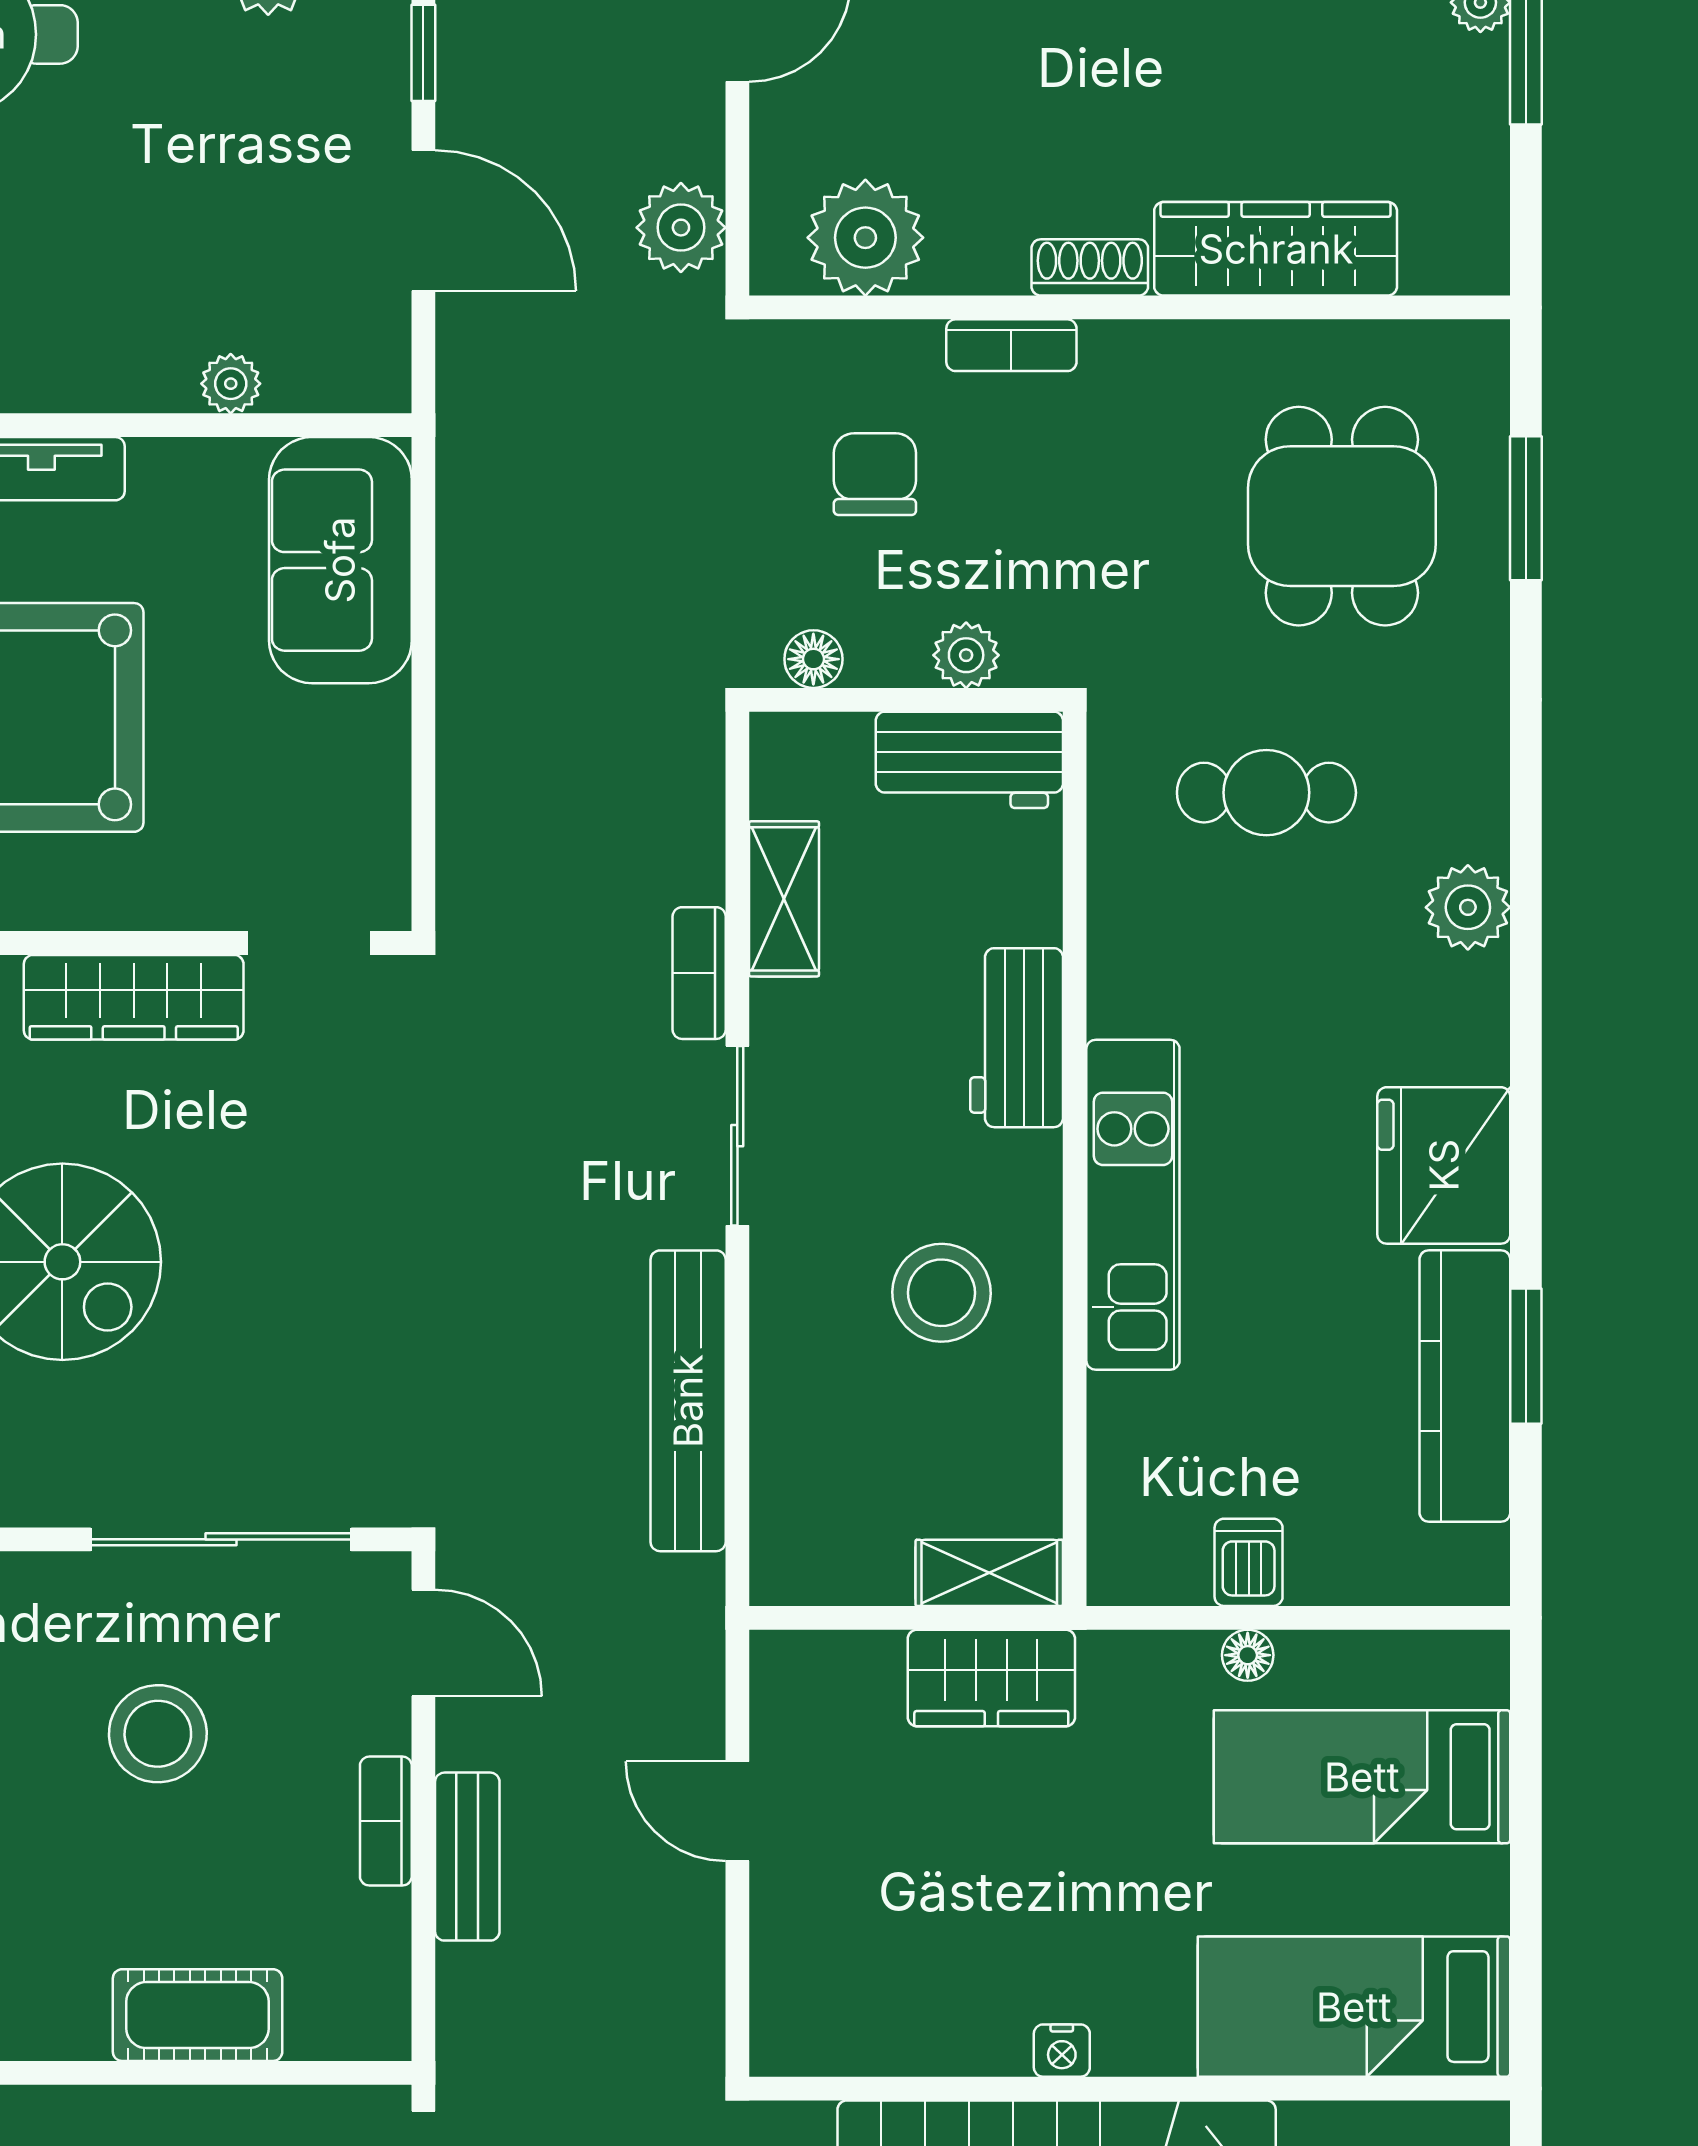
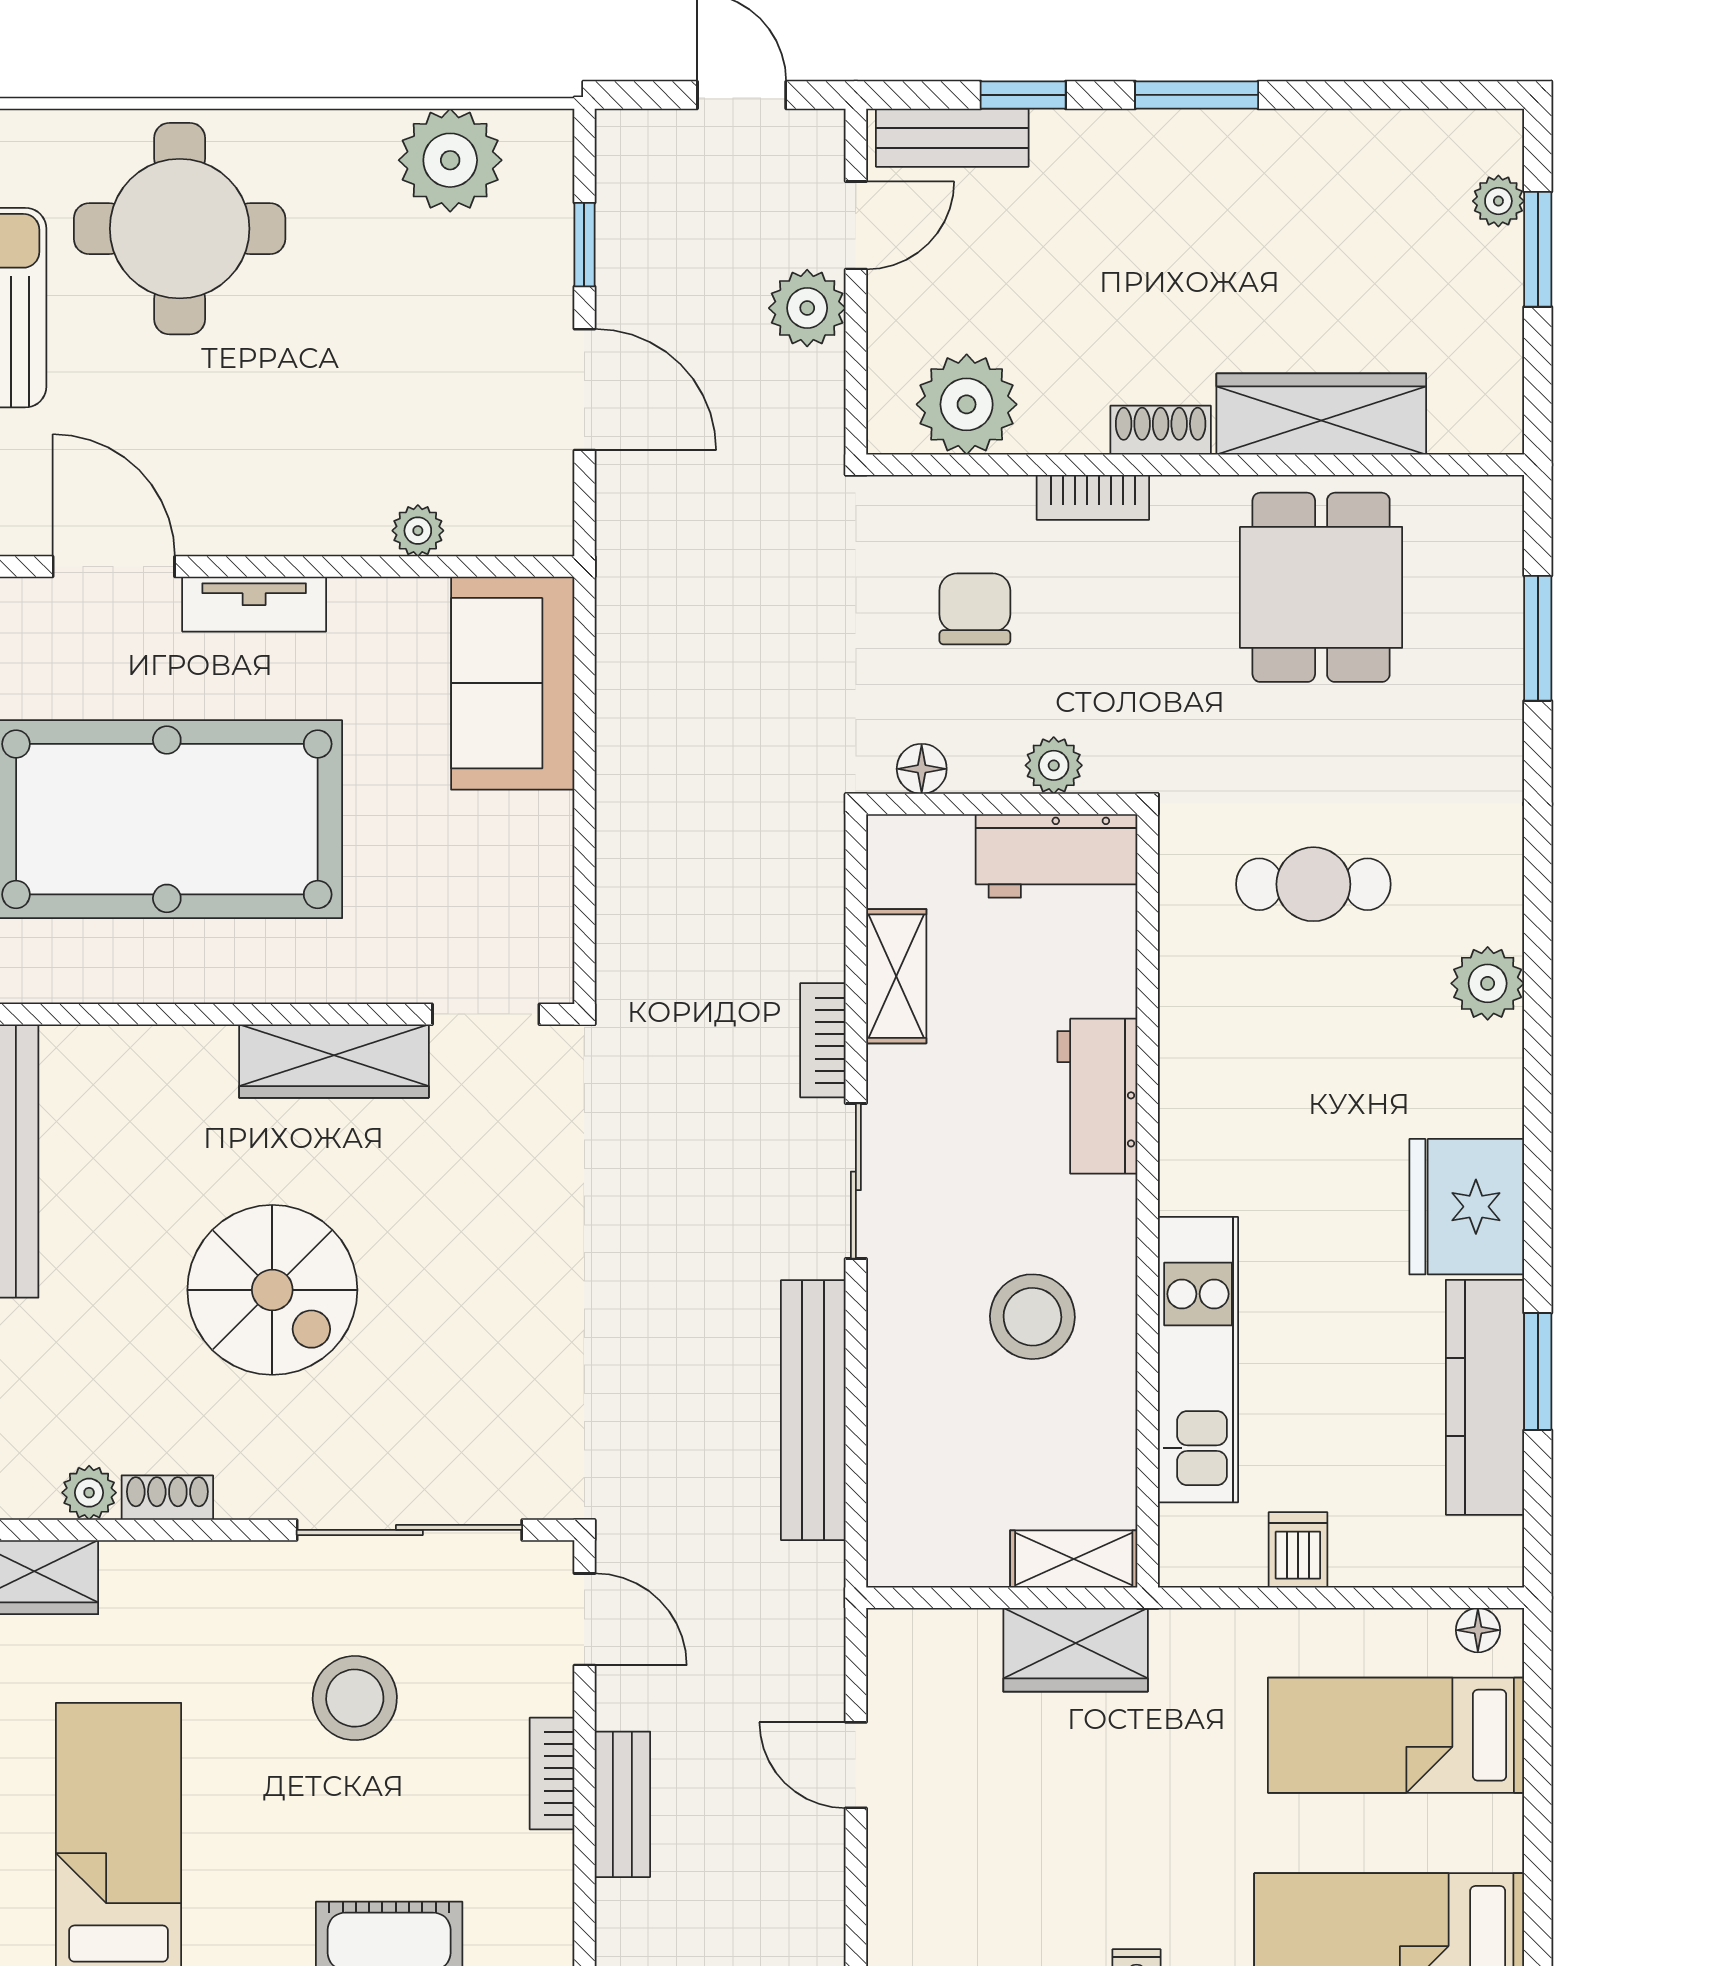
plant: (681, 228) -> (807, 308), moved
dining table: (1342, 516) -> (1321, 587), moved
kitchen unit: (1133, 1205) -> (1198, 1360), moved
floor lamp: (1248, 1655) -> (1478, 1630), moved

